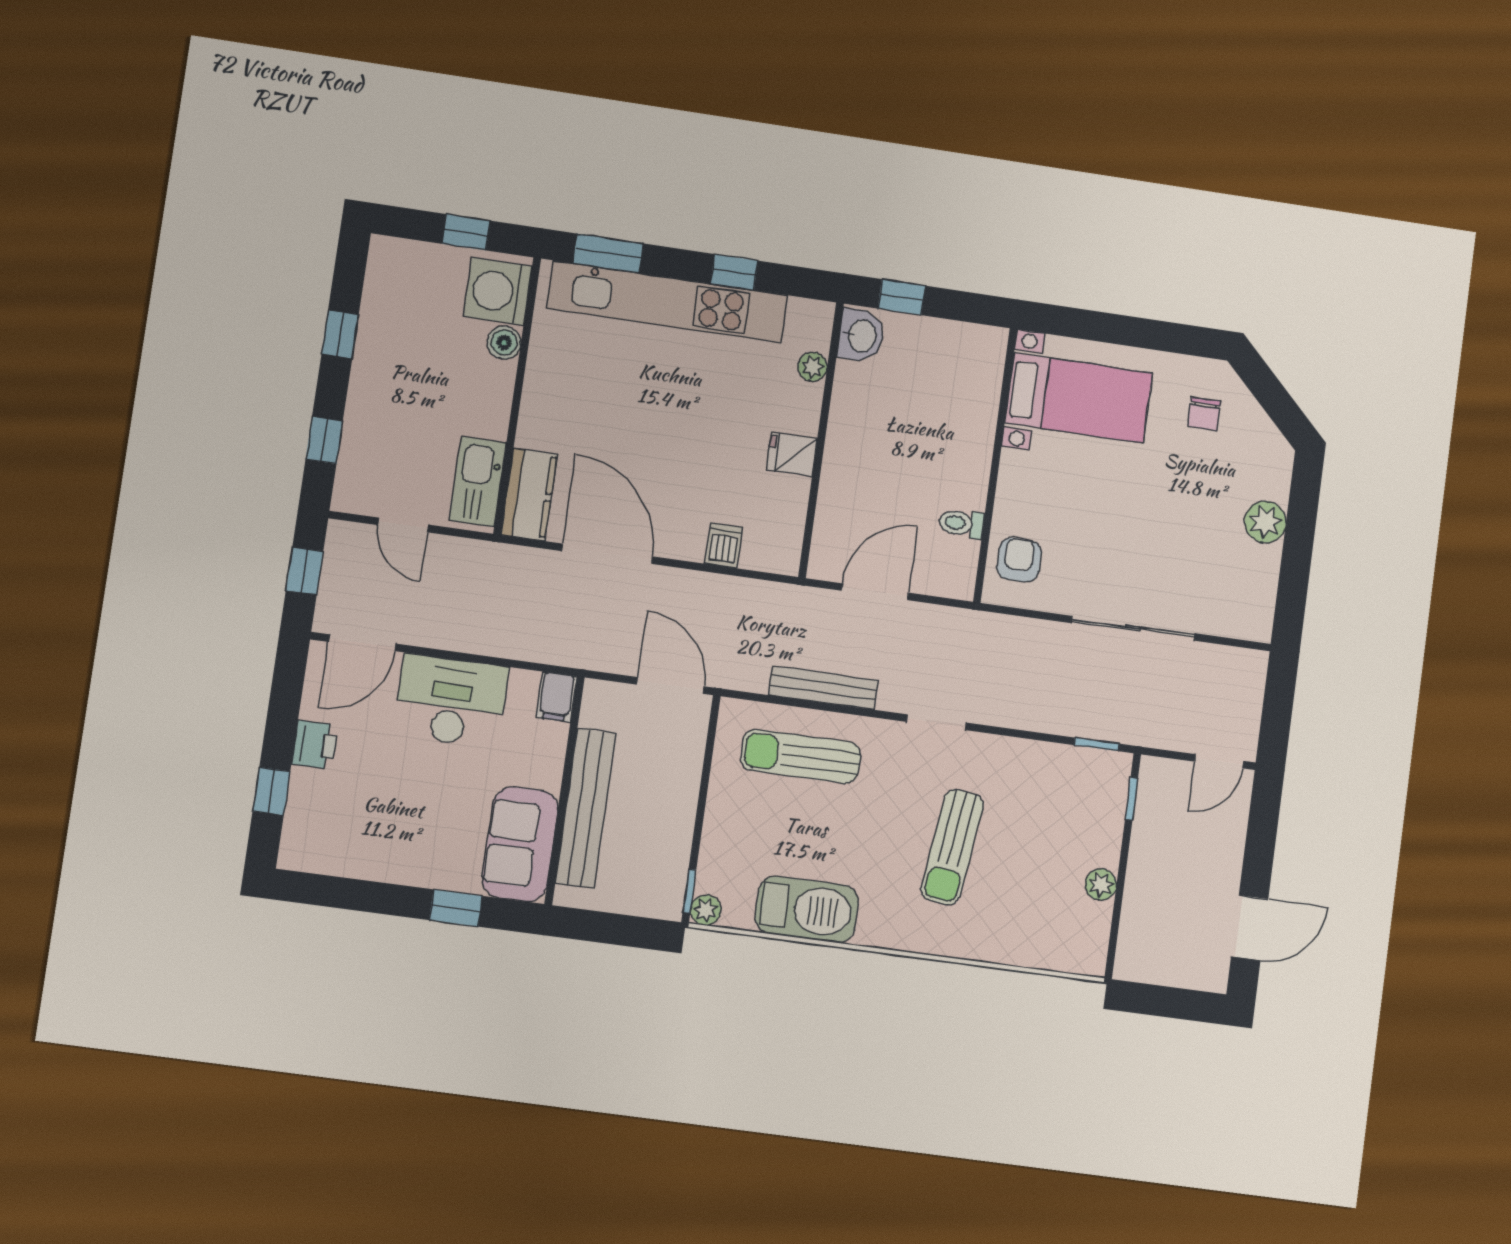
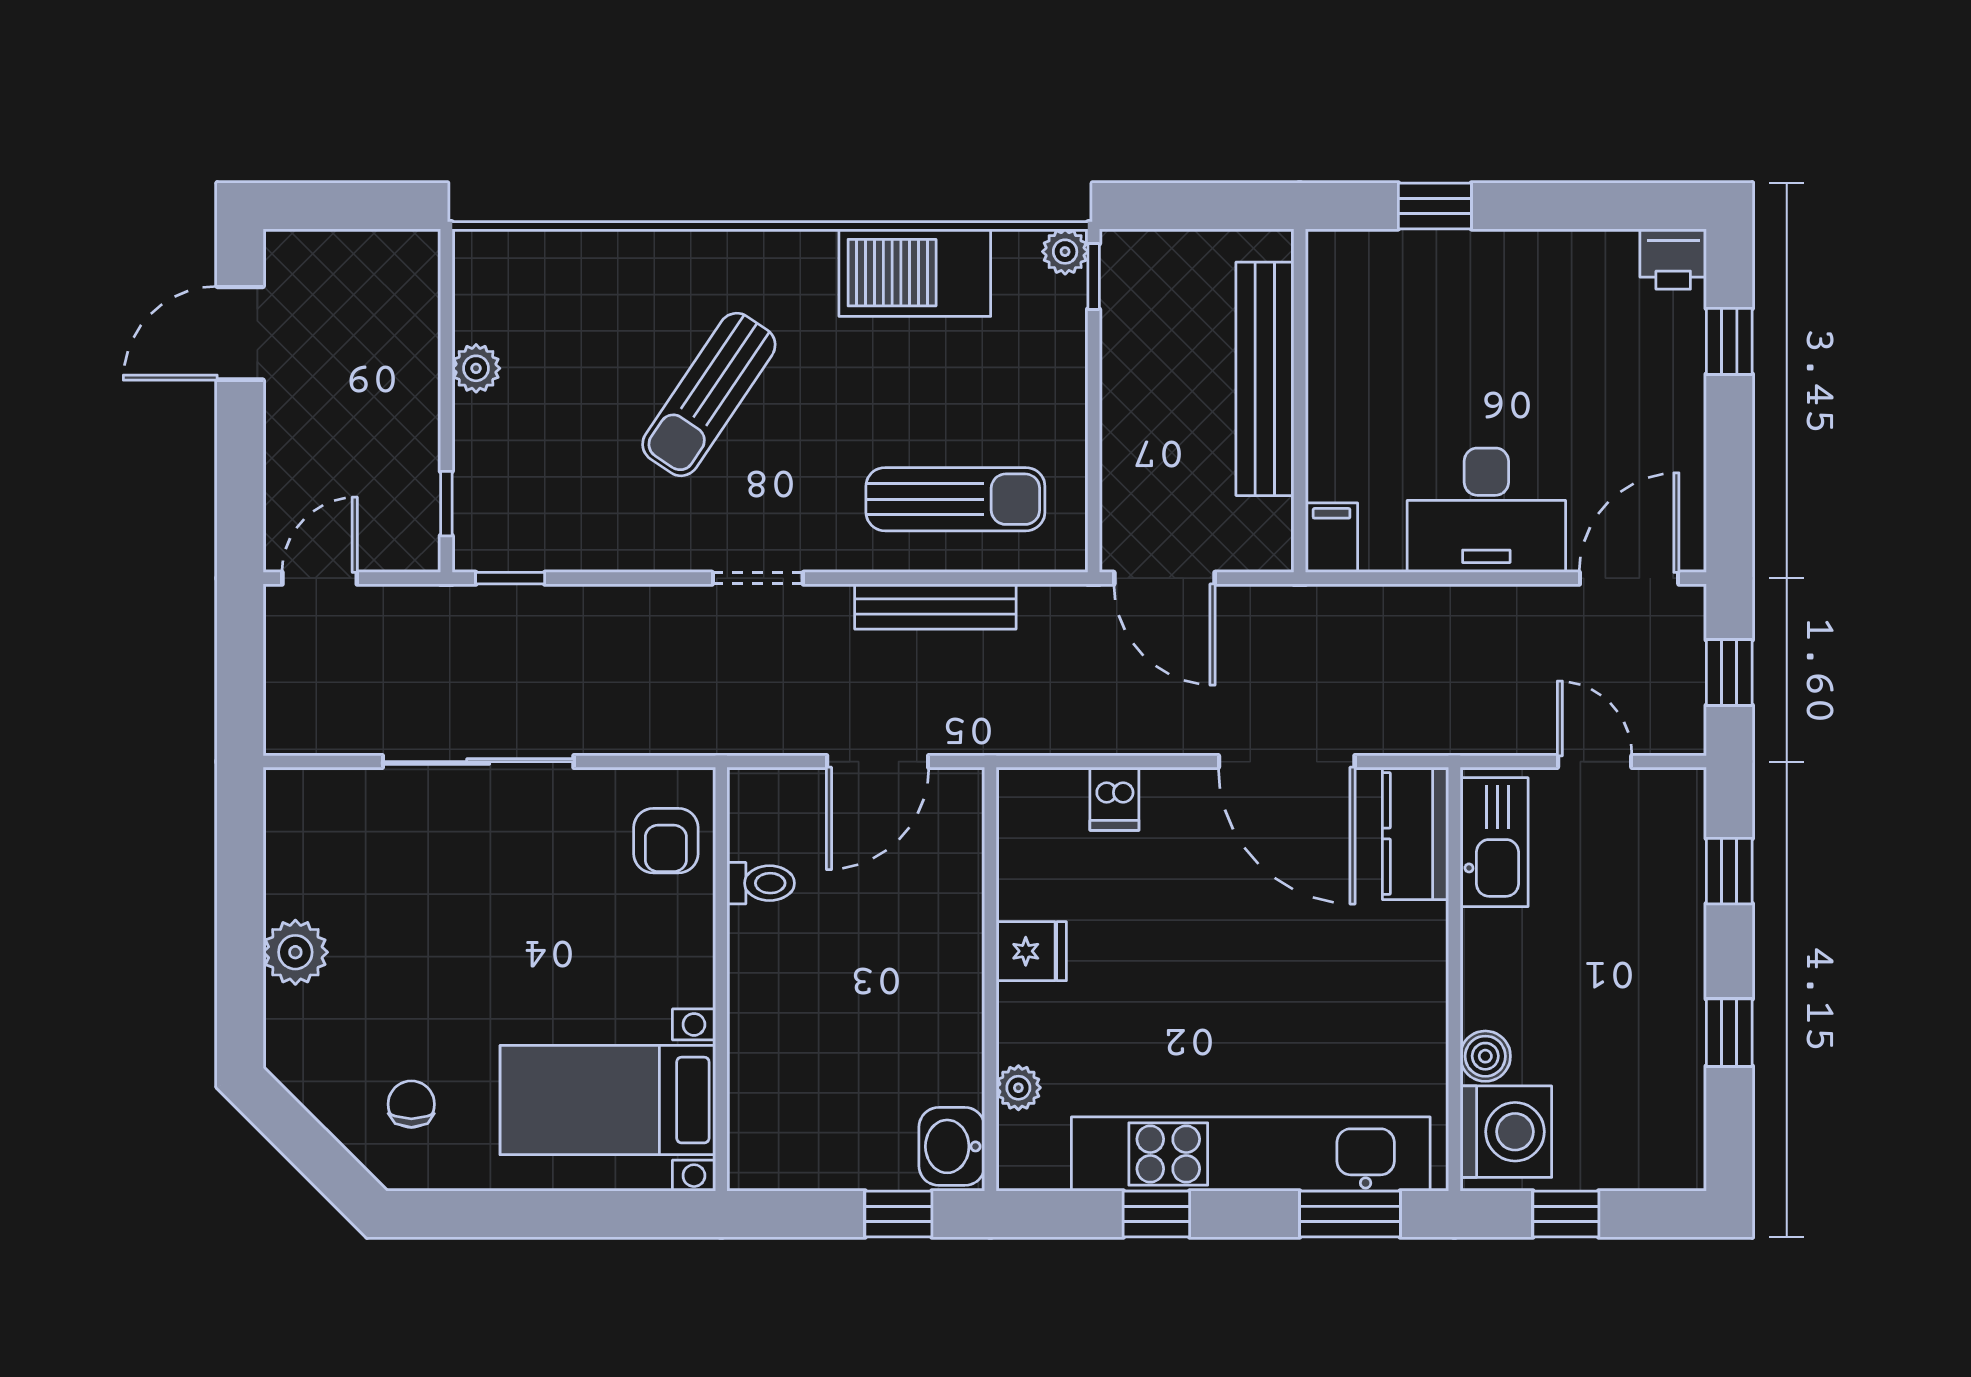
printer: (315, 745) -> (1673, 259), moved, turned -90
sofa: (520, 844) -> (1354, 313), removed
sun lounger: (952, 847) -> (709, 394), turned -153

